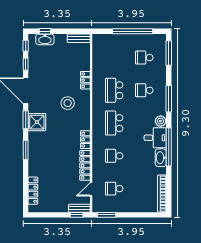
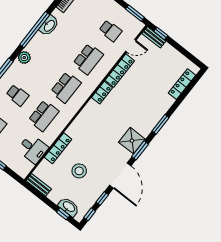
locker: (85, 80) -> (58, 148), width x1.53
stool: (68, 103) -> (79, 171), moved
desk: (155, 138) -> (33, 149), moved, turned 180
school desk: (114, 156) -> (88, 59), width x1.85

